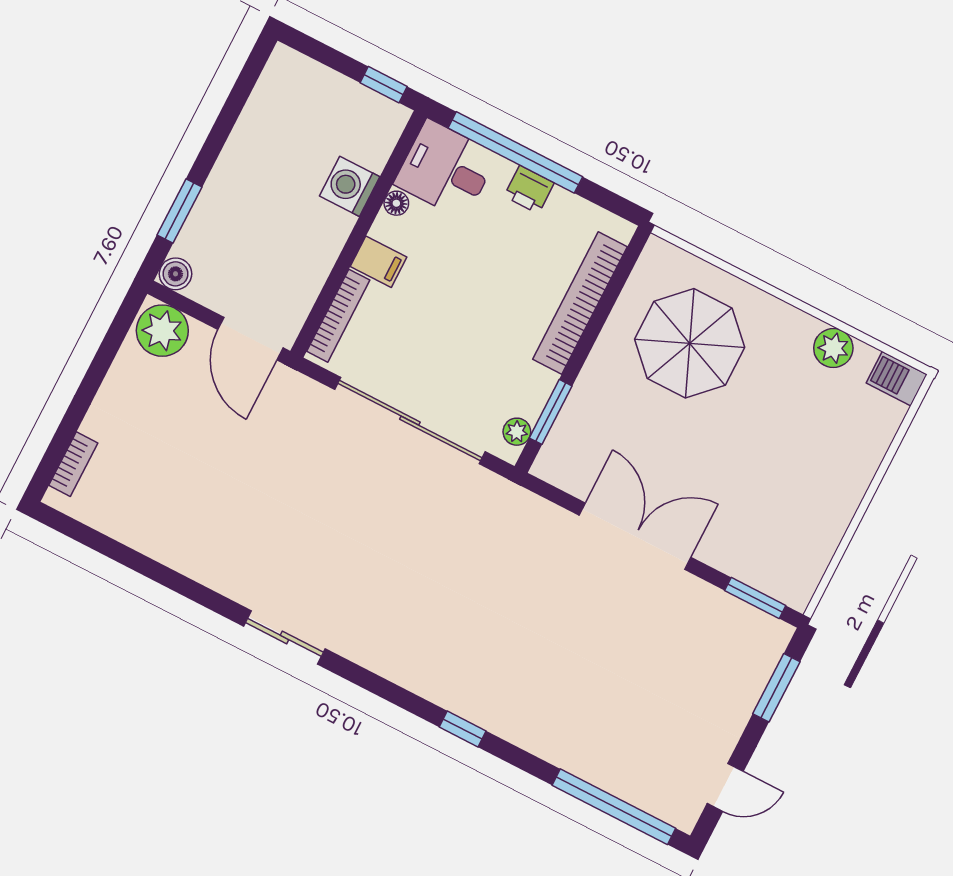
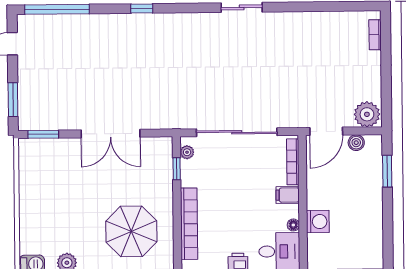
boiler: (176, 274) -> (356, 143), moved
door: (250, 339) -> (326, 131), swing flipped
window: (551, 412) -> (177, 169), width x0.67

